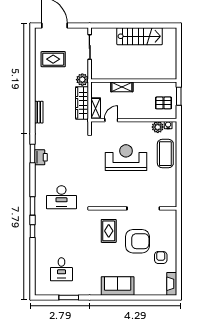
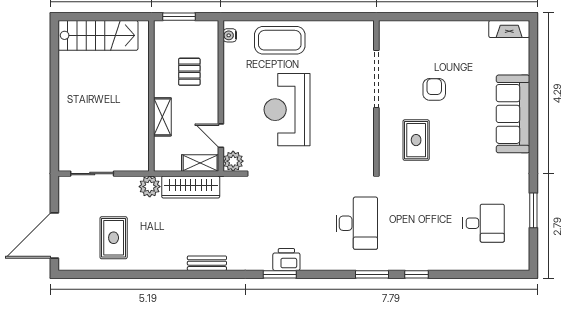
stairs: (140, 36) -> (98, 35), moved, turned 90
pallet: (164, 103) -> (189, 72), moved
plant: (158, 127) -> (233, 161), moved
rug: (109, 231) -> (416, 140), turned 90
armchair: (137, 241) -> (434, 89), width x0.53, depth x0.53
armchair: (161, 257) -> (463, 48), removed
sofa: (118, 286) -> (513, 114), width x1.36

